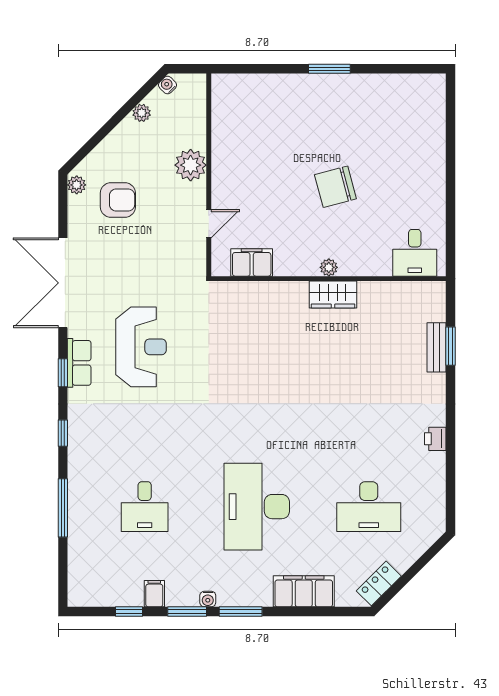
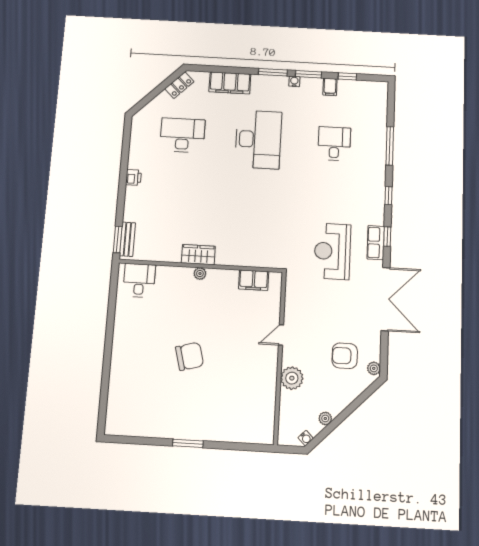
desk: (415, 253) -> (139, 280), moved
filing cabinet: (252, 262) -> (254, 280), moved
plant: (329, 267) -> (200, 274), moved
wall: (329, 279) -> (201, 266), moved
wardrobe: (333, 294) -> (198, 255), moved

